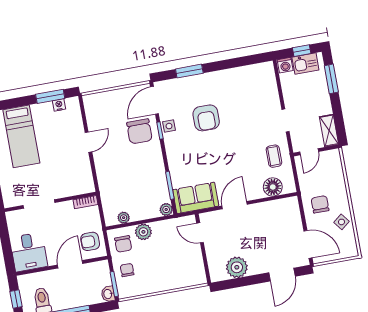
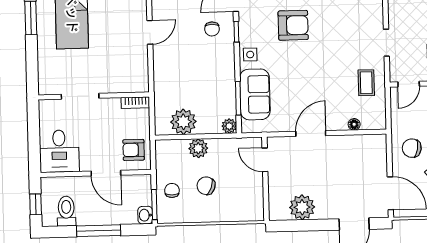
armchair: (206, 118) -> (293, 25), turned -90
side table: (169, 126) -> (250, 55), moved
chair: (139, 131) -> (212, 29), width x0.54, depth x0.54
floor lamp: (273, 187) -> (354, 124), width x0.53, depth x0.53
sofa: (196, 198) -> (255, 94), moved, turned 90
chair: (320, 204) -> (412, 148), turned -80
plant: (124, 218) -> (183, 122), width x1.87, depth x1.87
chair: (123, 244) -> (206, 186), moved, turned 111
door: (70, 264) -> (106, 173), swing flipped

